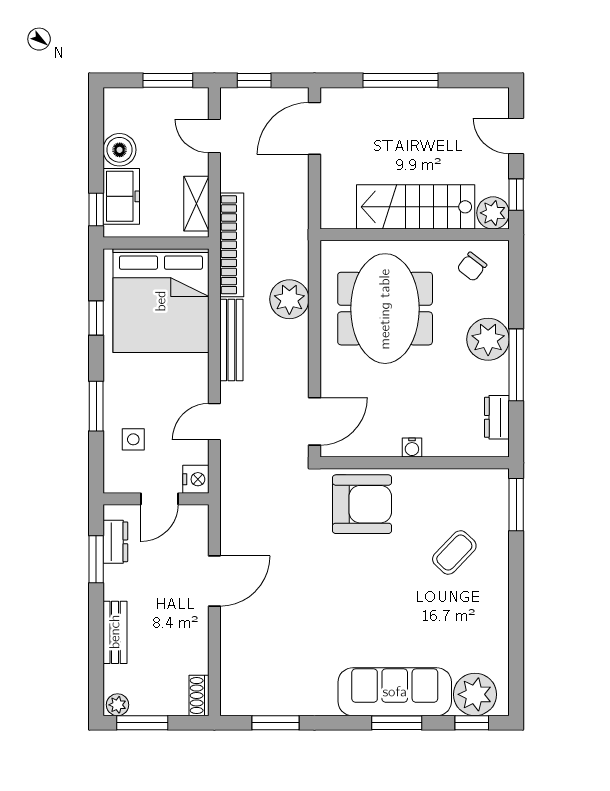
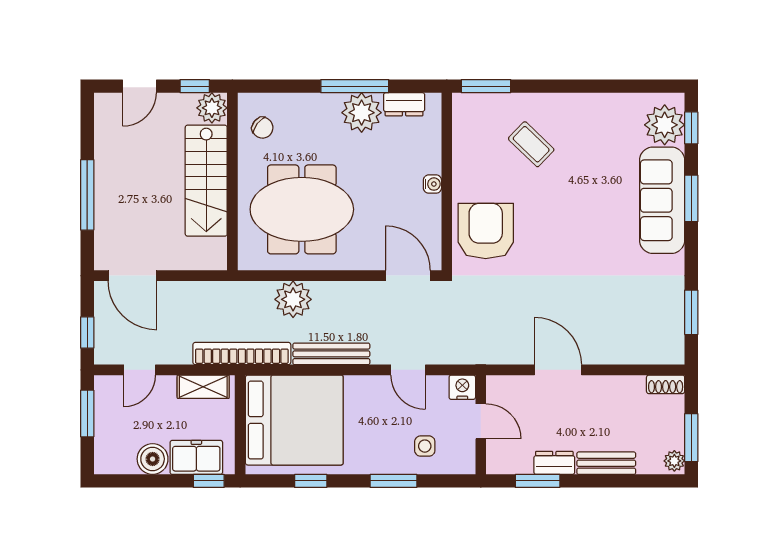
plant: (488, 339) -> (362, 113), moved
dresser: (115, 542) -> (554, 463), moved

